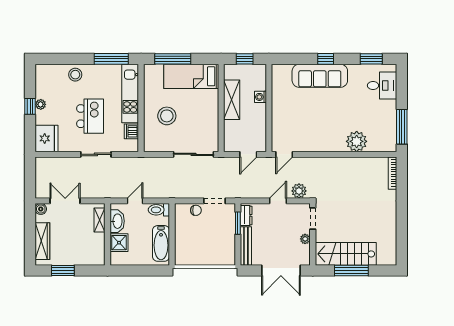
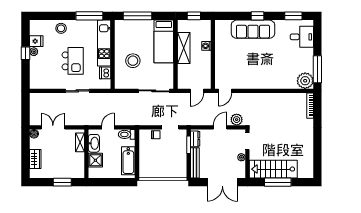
bed: (191, 76) -> (164, 41), moved, turned -90
fridge: (47, 138) -> (36, 41), moved, width x0.53, depth x0.75
plant: (357, 141) -> (305, 81), moved
wardrobe: (42, 241) -> (35, 159), width x0.67
window: (63, 271) -> (62, 182), moved

